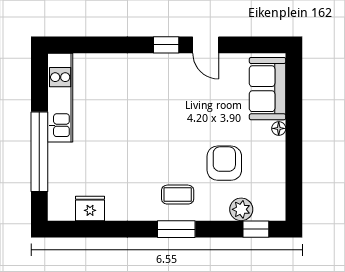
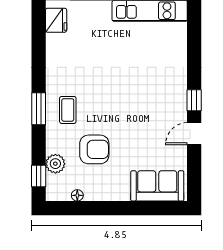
floor lamp: (279, 128) -> (77, 195), moved
fridge: (90, 208) -> (56, 20), moved

